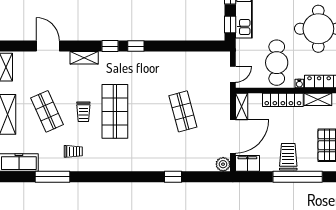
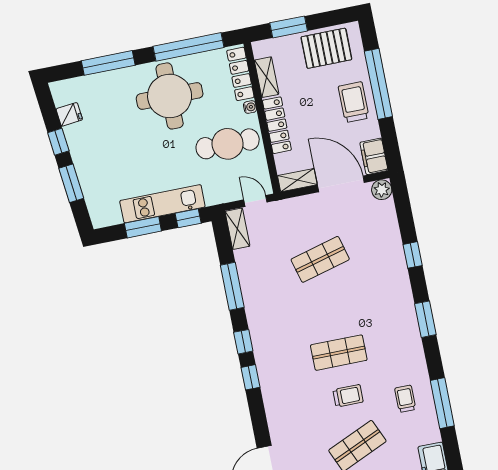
window: (176, 46) -> (232, 286), added
shelving: (84, 58) -> (237, 229), moved
shop shelf: (115, 111) -> (339, 353), width x0.70, depth x0.74
trolley: (288, 157) -> (354, 102), turned 90
window: (52, 177) -> (442, 403), moved
window: (126, 177) -> (425, 319), added

